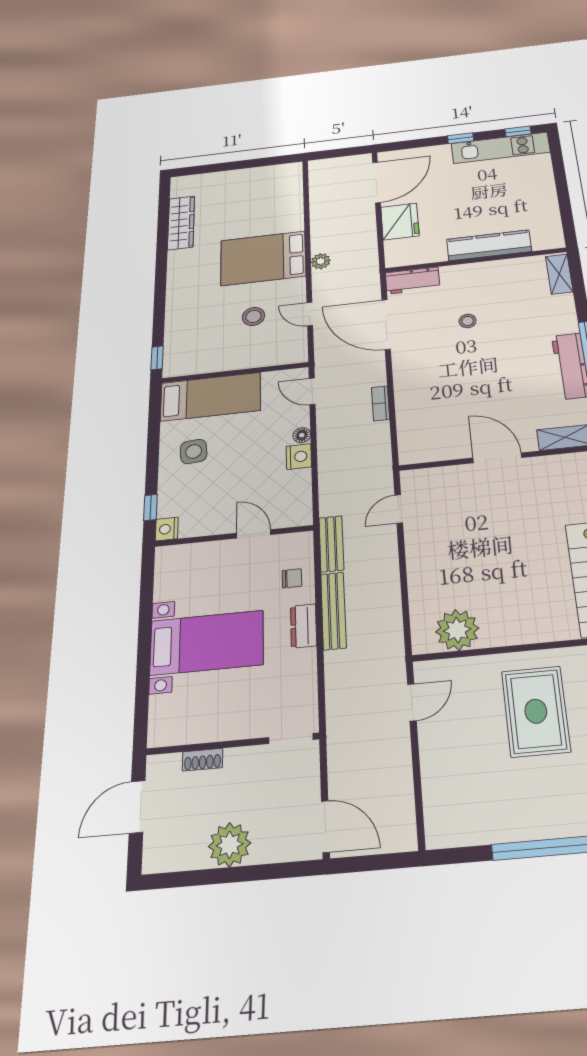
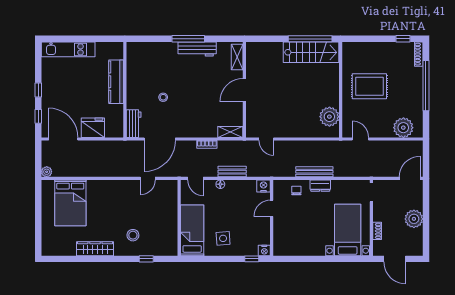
window: (518, 131) -> (38, 116), moved
kitchen unit: (500, 148) -> (68, 49), moved, turned 90
wardrobe: (181, 223) -> (95, 249), moved
bed: (263, 258) -> (70, 203), moved
plant: (321, 261) -> (47, 172), moved
shelving: (559, 274) -> (230, 132), moved
stool: (253, 316) -> (133, 235), moved
window: (157, 358) -> (146, 259), moved
door: (312, 391) -> (195, 178), hinge flipped
nightstand: (299, 457) -> (264, 186), moved
bench: (331, 544) -> (232, 172), moved
bed with nightstands: (207, 643) -> (348, 230), moved
plant: (446, 800) -> (403, 128), added

